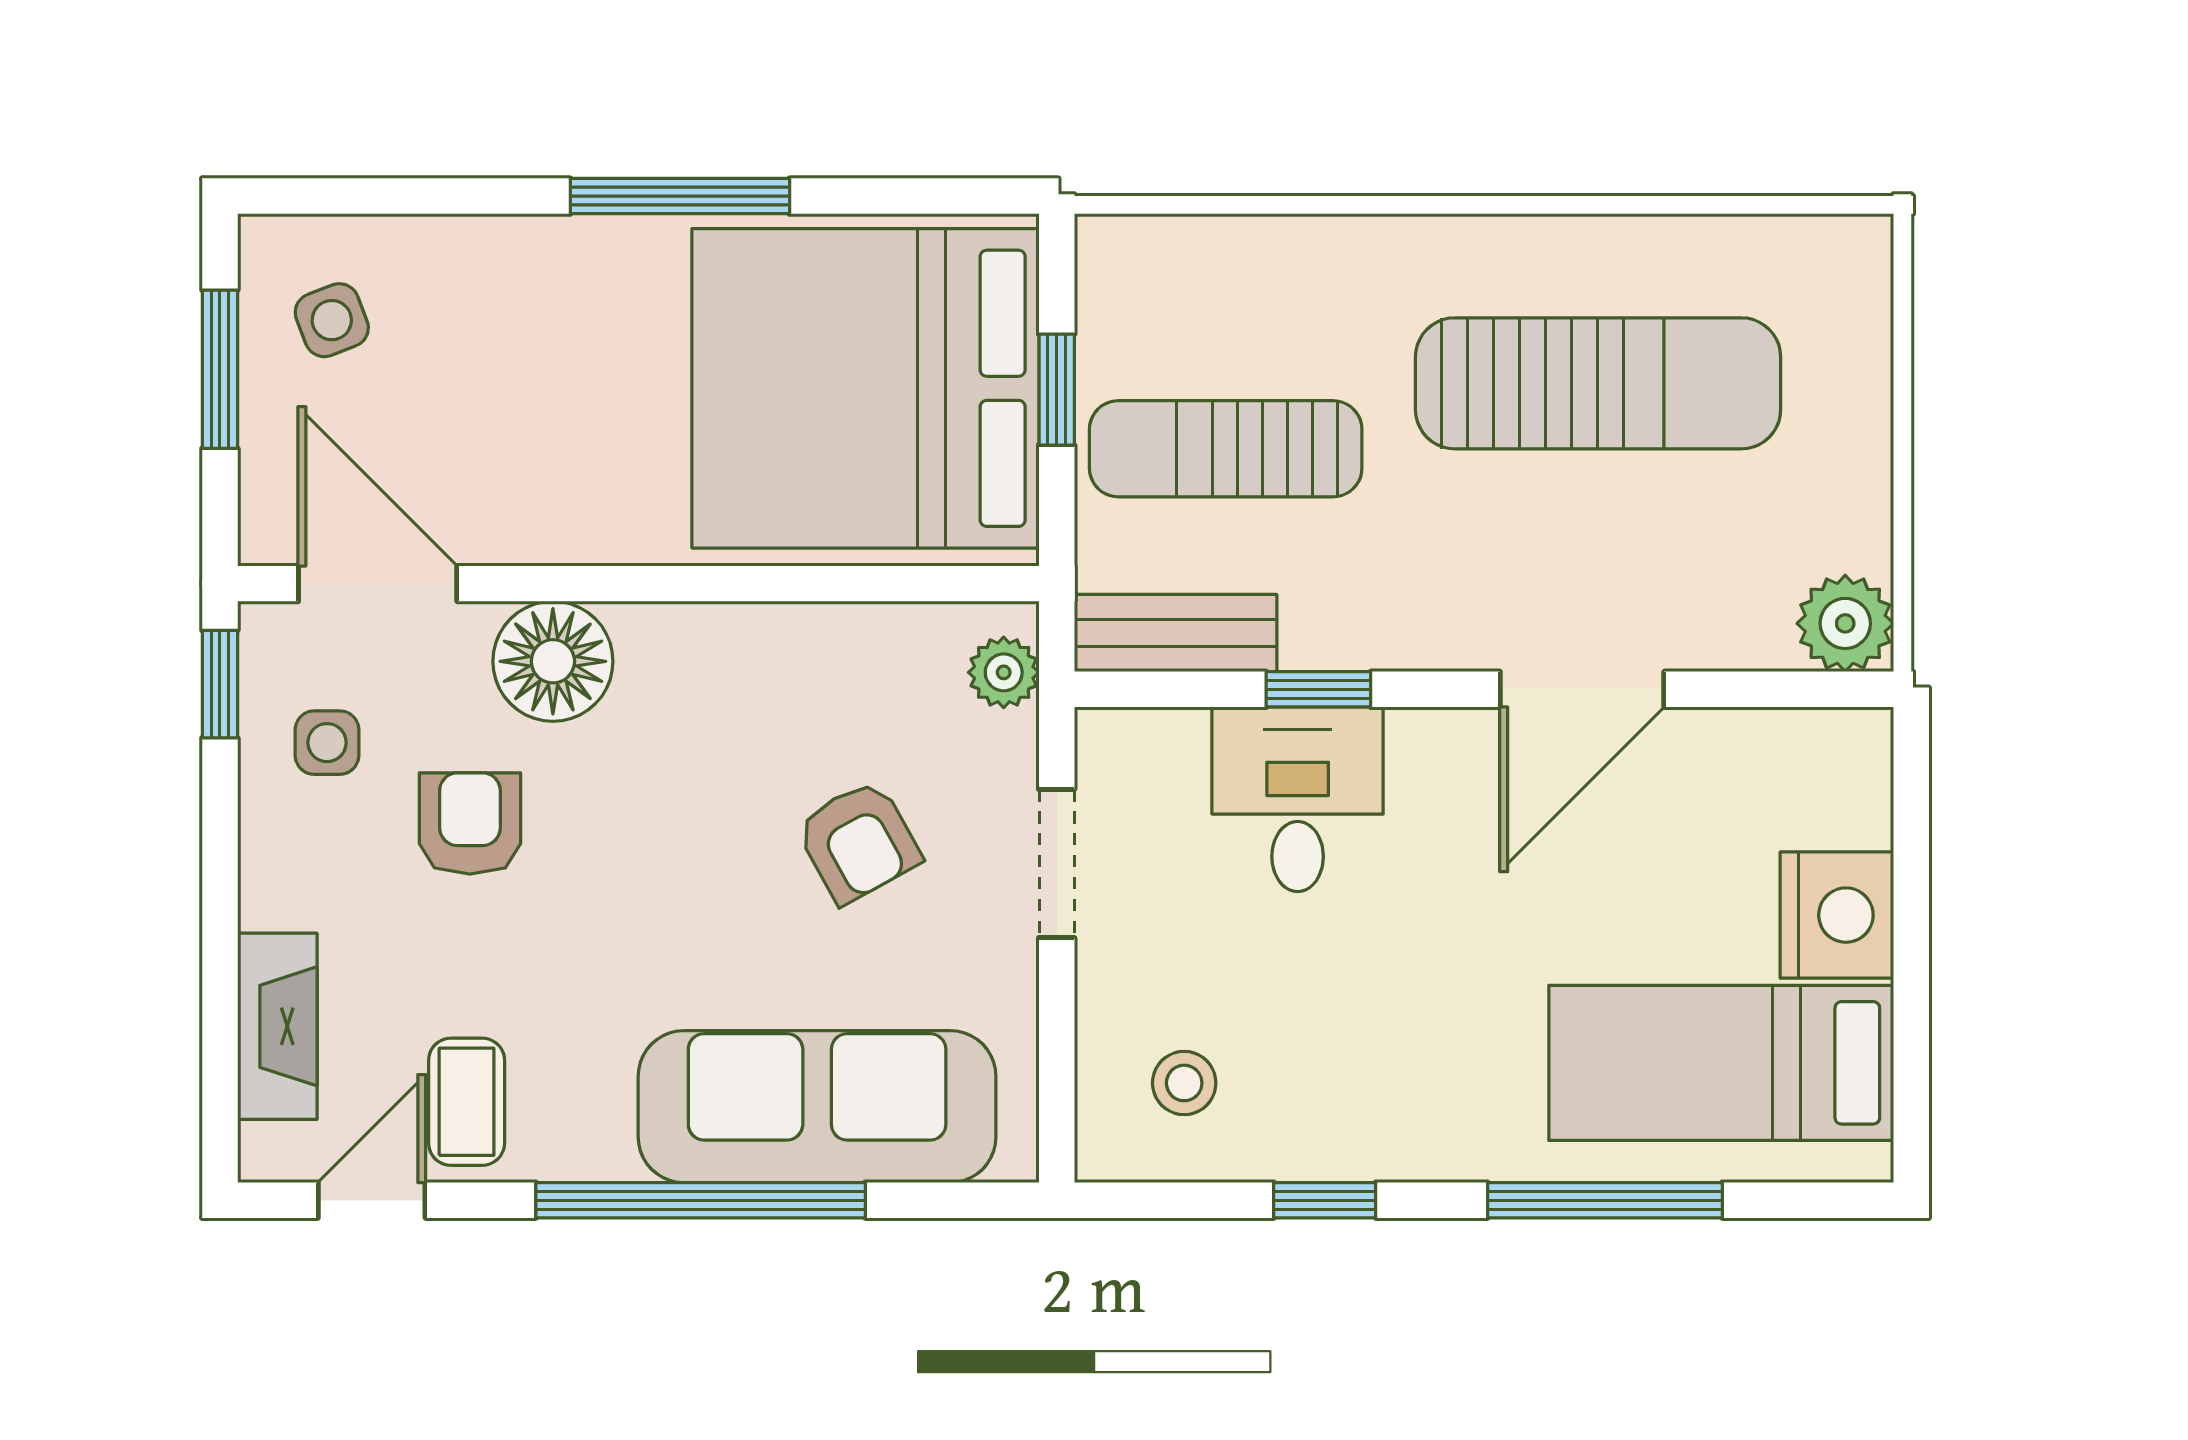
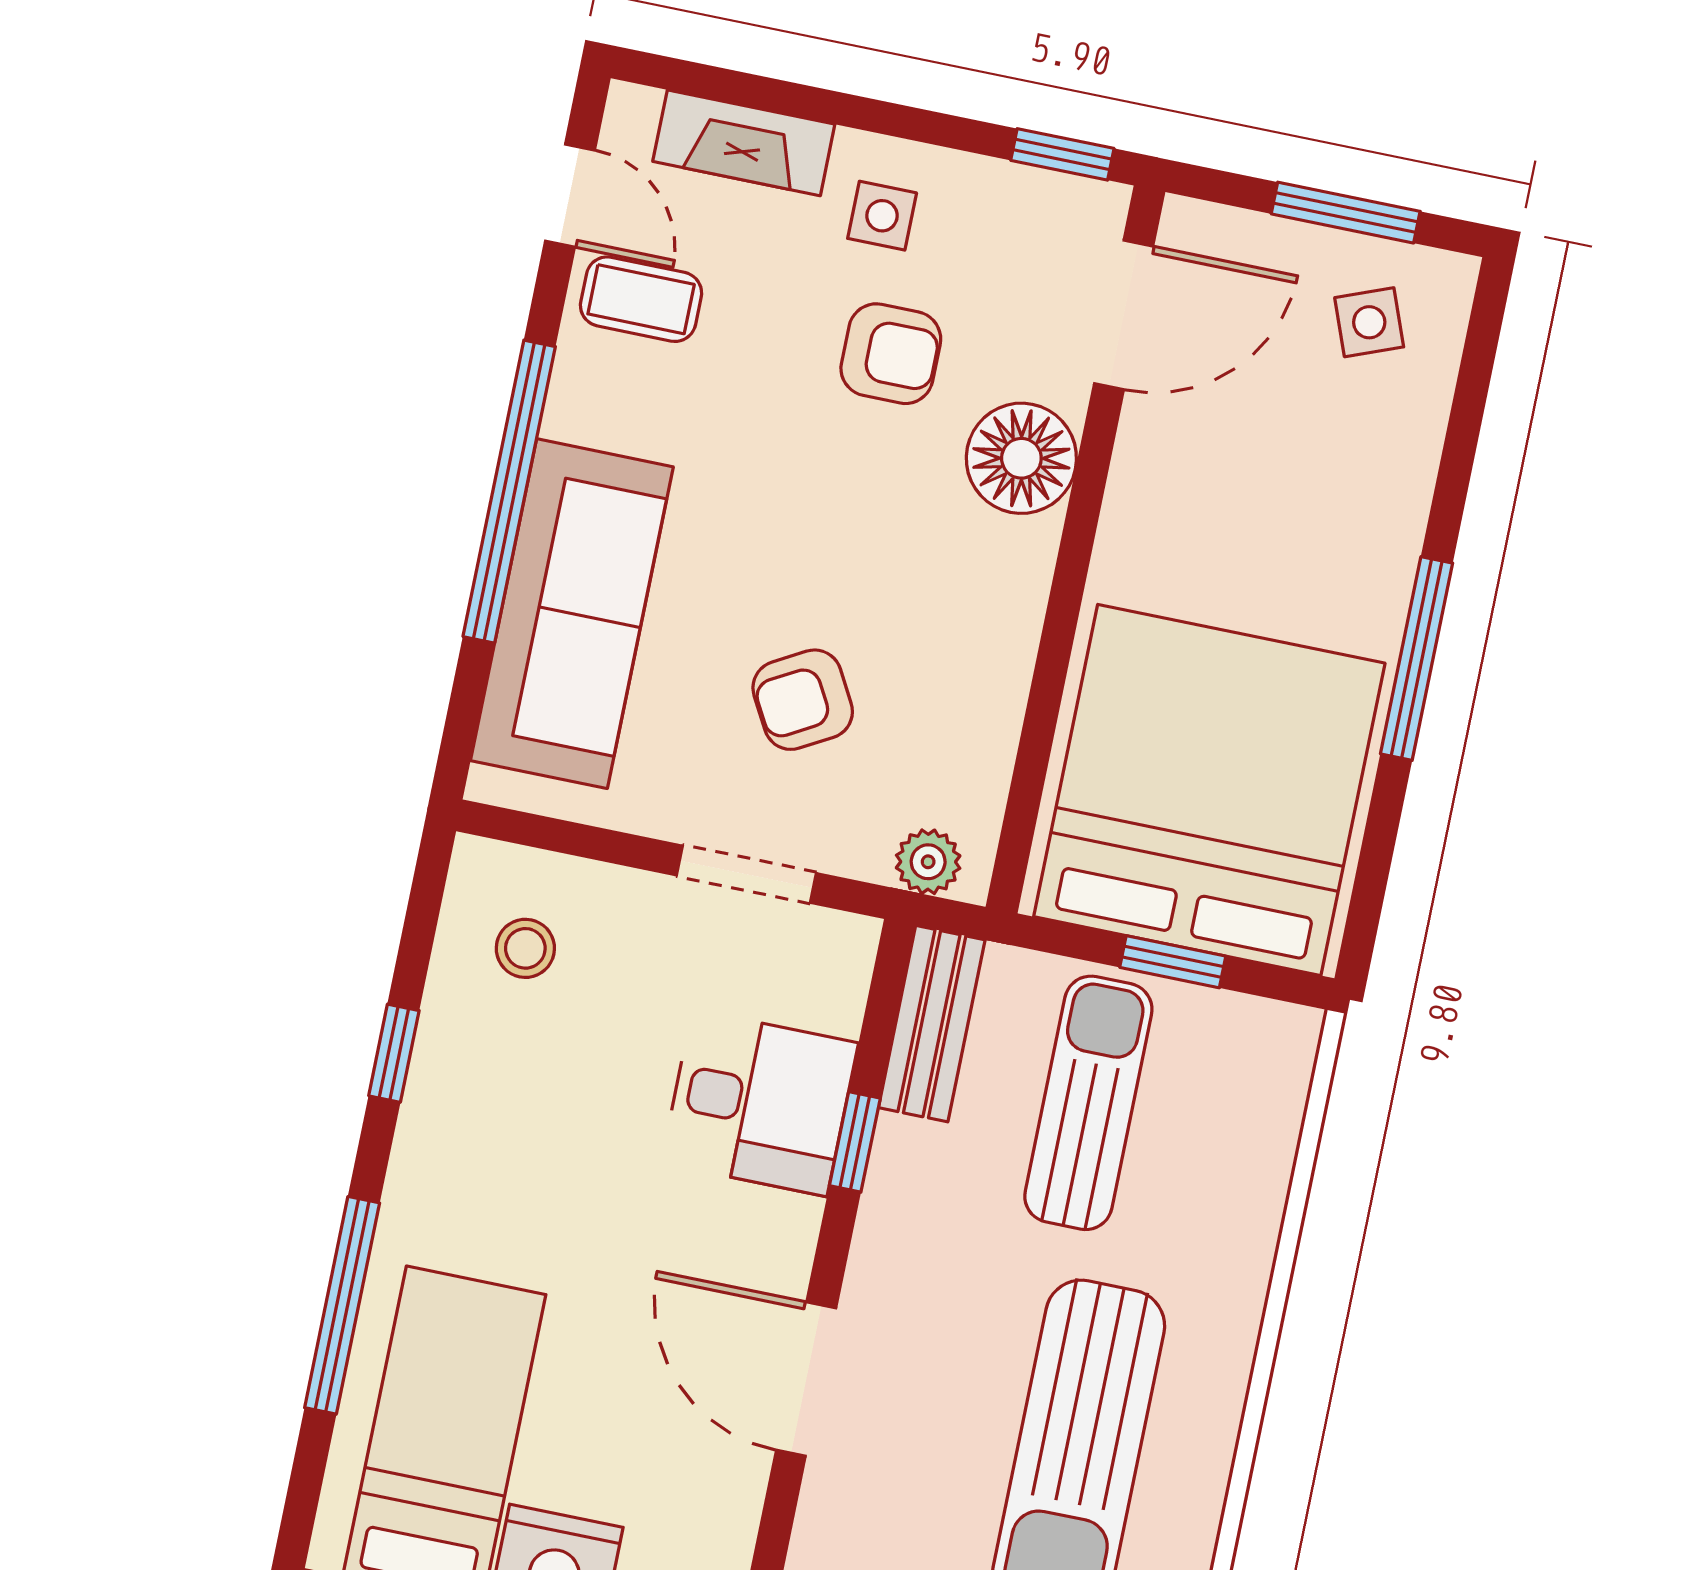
side table: (327, 743) -> (882, 216), moved

